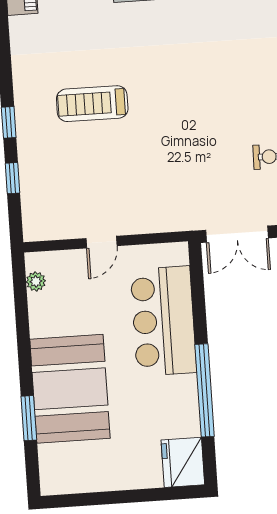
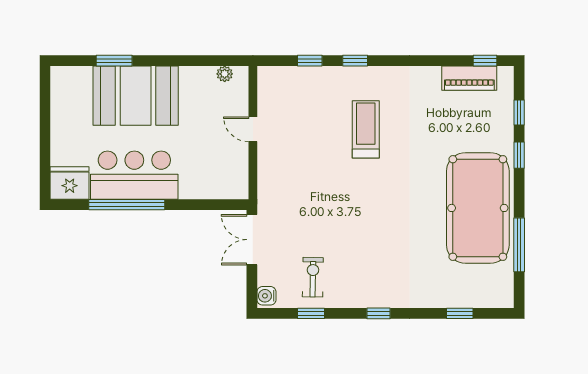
bar counter: (163, 321) -> (134, 175), moved

